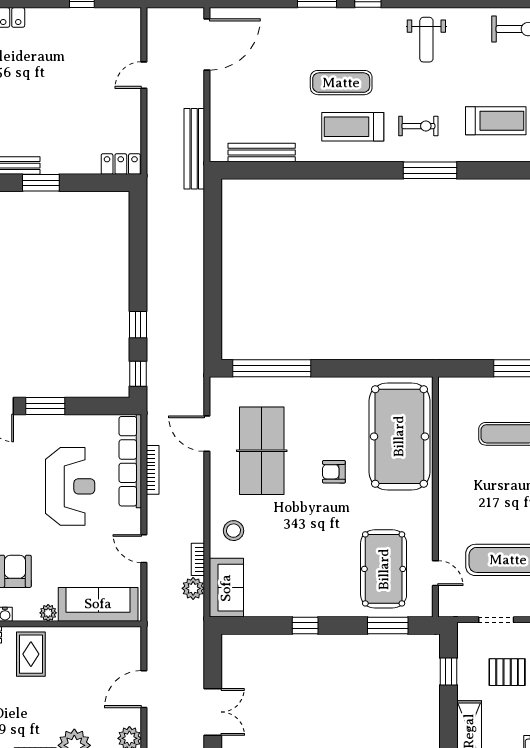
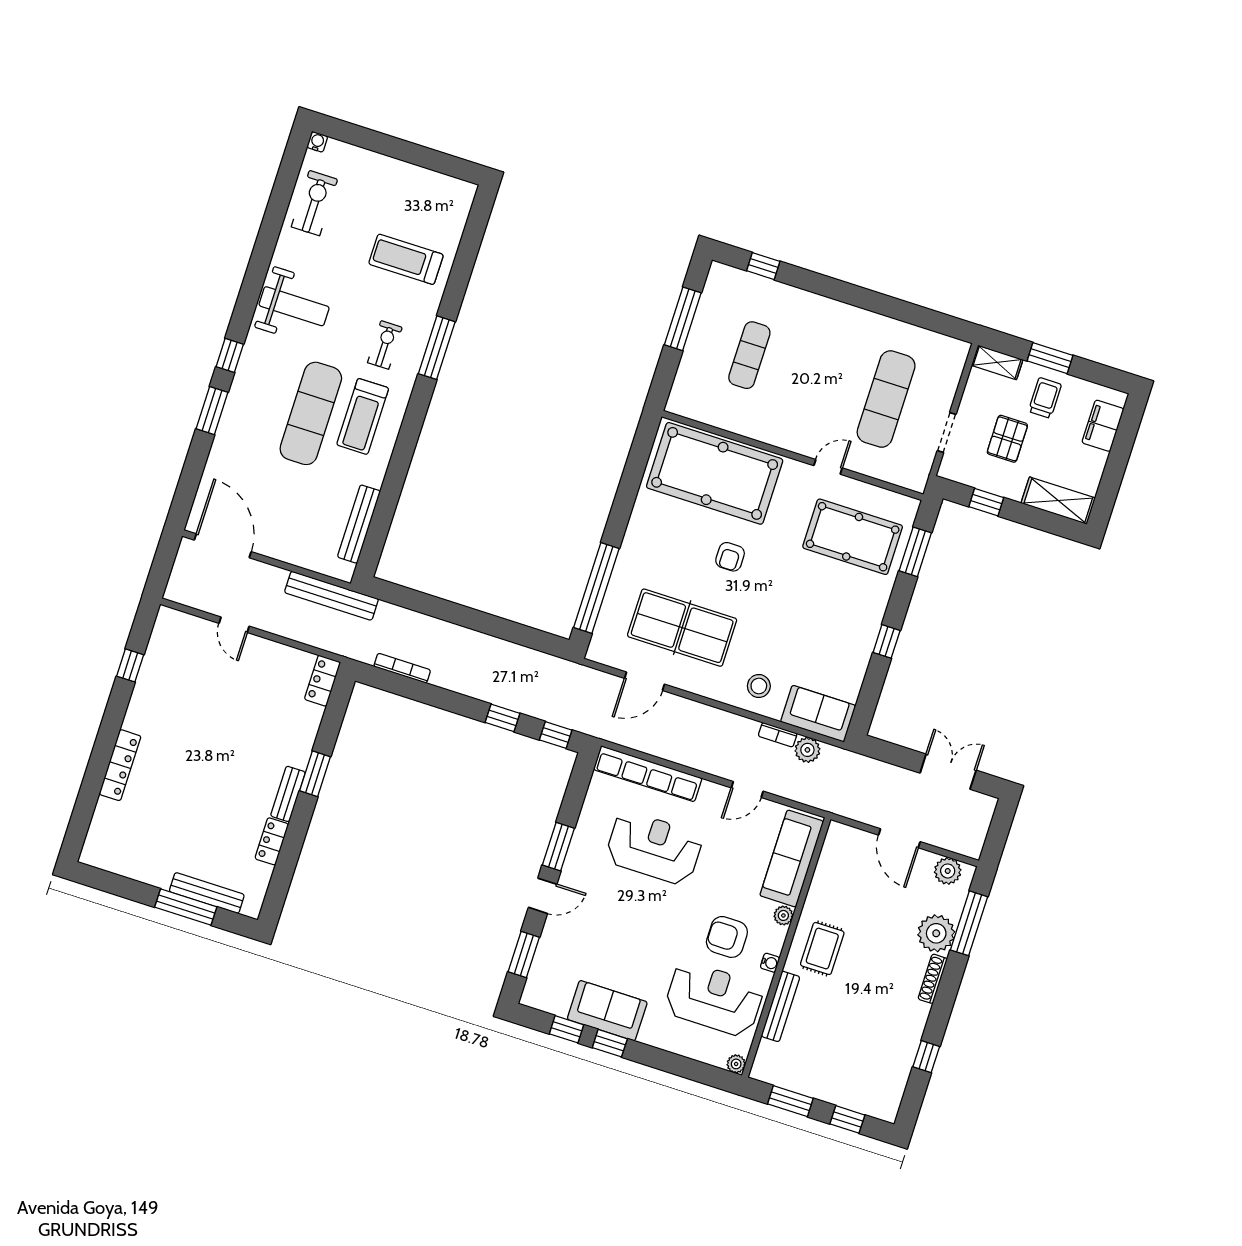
weight bench: (426, 40) -> (294, 306), width x1.36, depth x1.33
exercise mat: (341, 83) -> (311, 413), width x1.36, depth x1.45
treadmill: (496, 121) -> (406, 259), turned -90
bookcase: (153, 470) -> (402, 668), moved
door: (435, 573) -> (828, 467), moved
rug: (31, 654) -> (822, 949), turned 90

